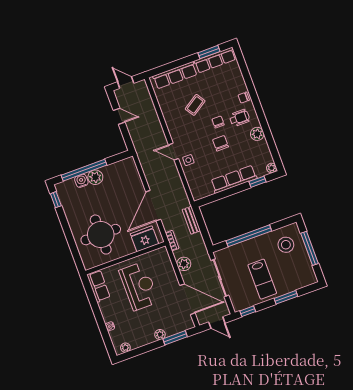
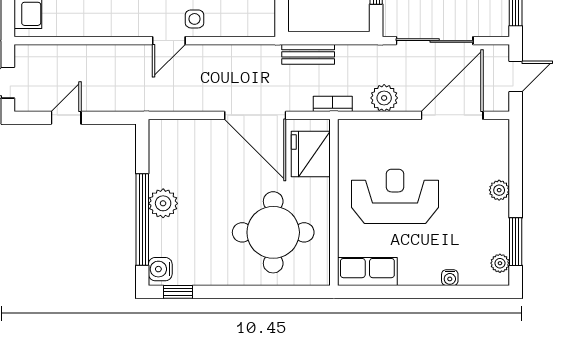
water cooler: (81, 181) -> (160, 269), moved
window: (175, 338) -> (516, 242), moved

